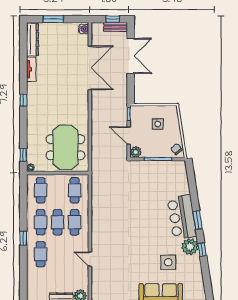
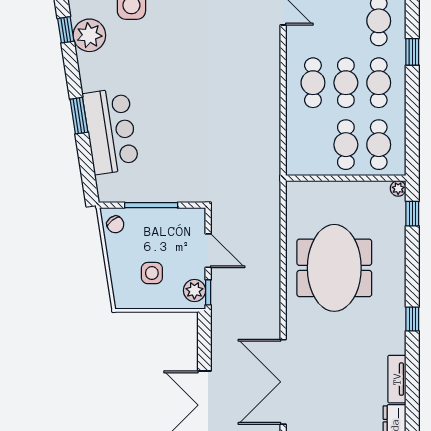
meeting table: (65, 147) -> (334, 268), moved
plant: (136, 152) -> (194, 290), moved
cafe table: (75, 190) -> (346, 145), moved
bar counter: (182, 217) -> (111, 131), moved
window: (198, 220) -> (79, 116), moved

